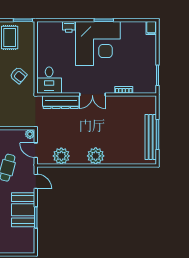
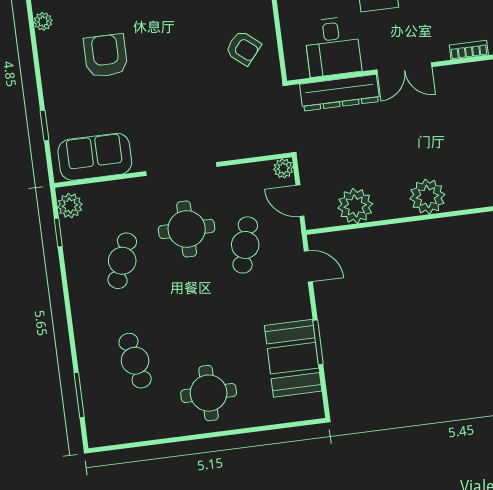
desk: (49, 80) -> (333, 47), moved
booth: (23, 210) -> (293, 358), moved

